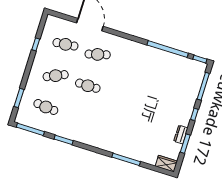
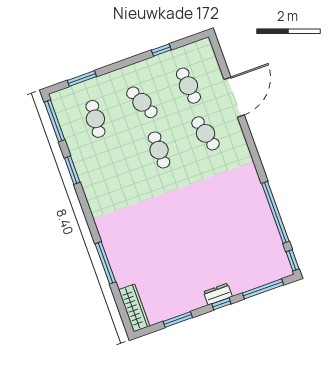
dresser: (181, 135) -> (218, 294), moved
wardrobe: (166, 164) -> (134, 308), width x1.50

